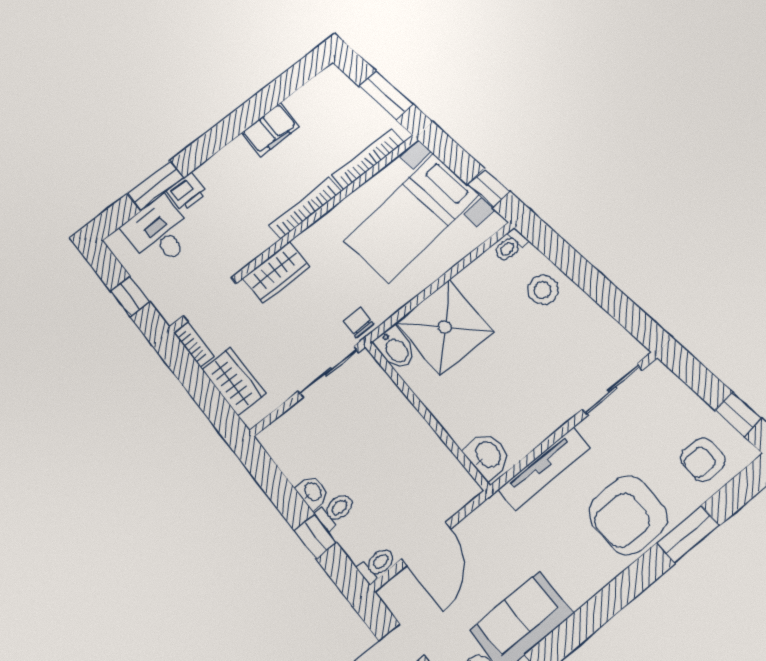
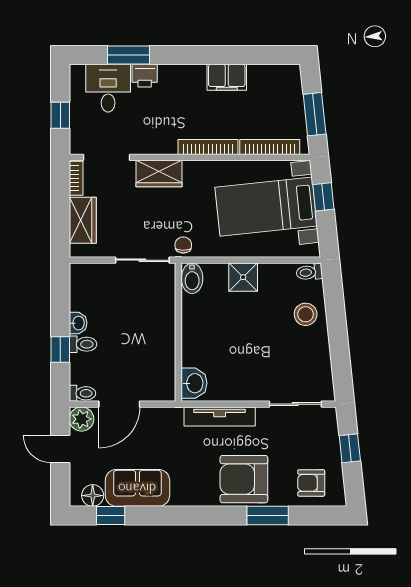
window: (488, 188) -> (323, 197), moved
shower: (445, 327) -> (243, 277), width x0.54, depth x0.54
window: (738, 414) -> (350, 448), moved
plant: (398, 594) -> (82, 419), added

